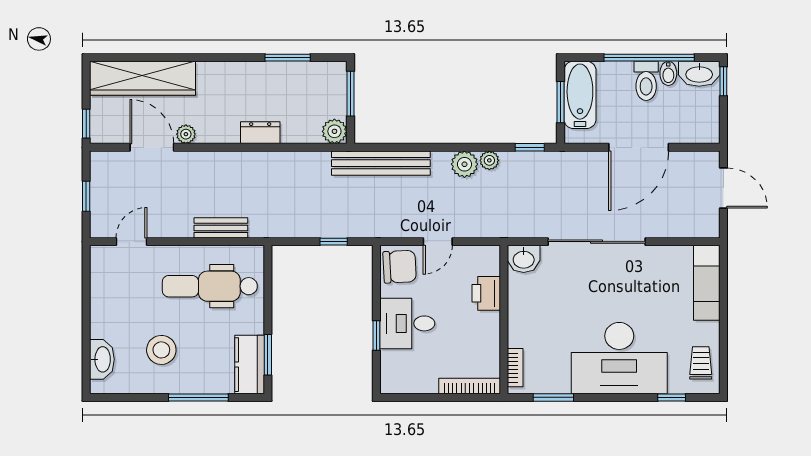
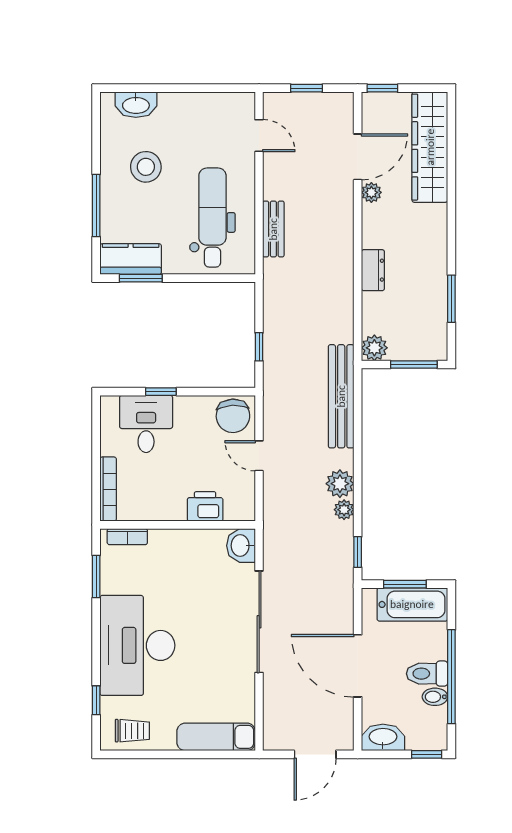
washbasin: (699, 74) -> (383, 737), moved, turned 90
desk: (407, 323) -> (146, 424), moved

